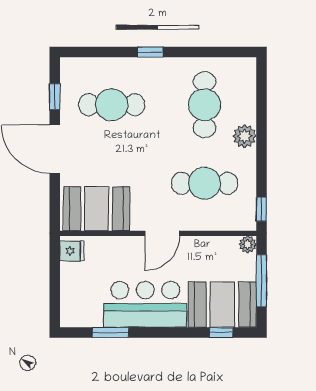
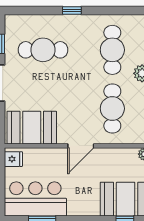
cafe table: (205, 183) -> (112, 109), turned 90
bar counter: (145, 304) -> (35, 199), moved

